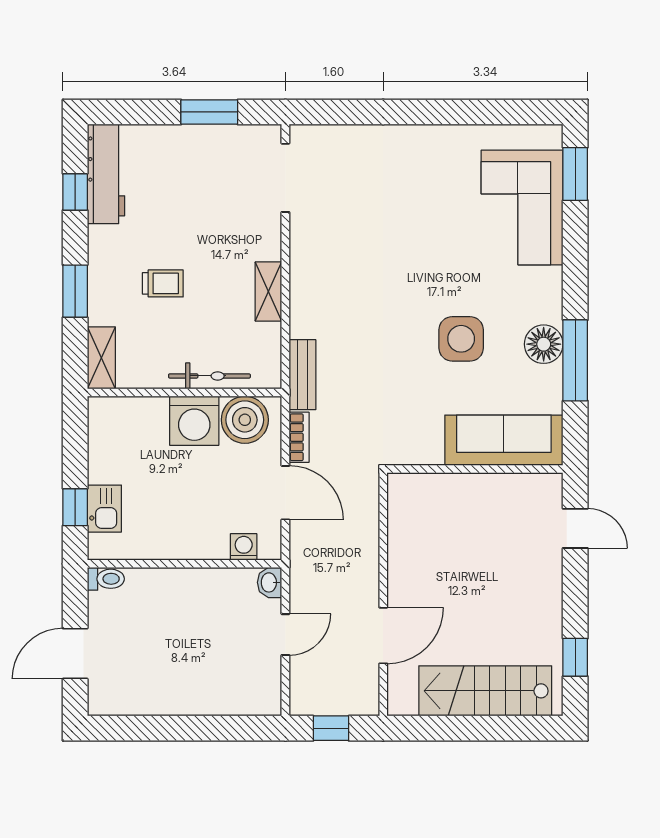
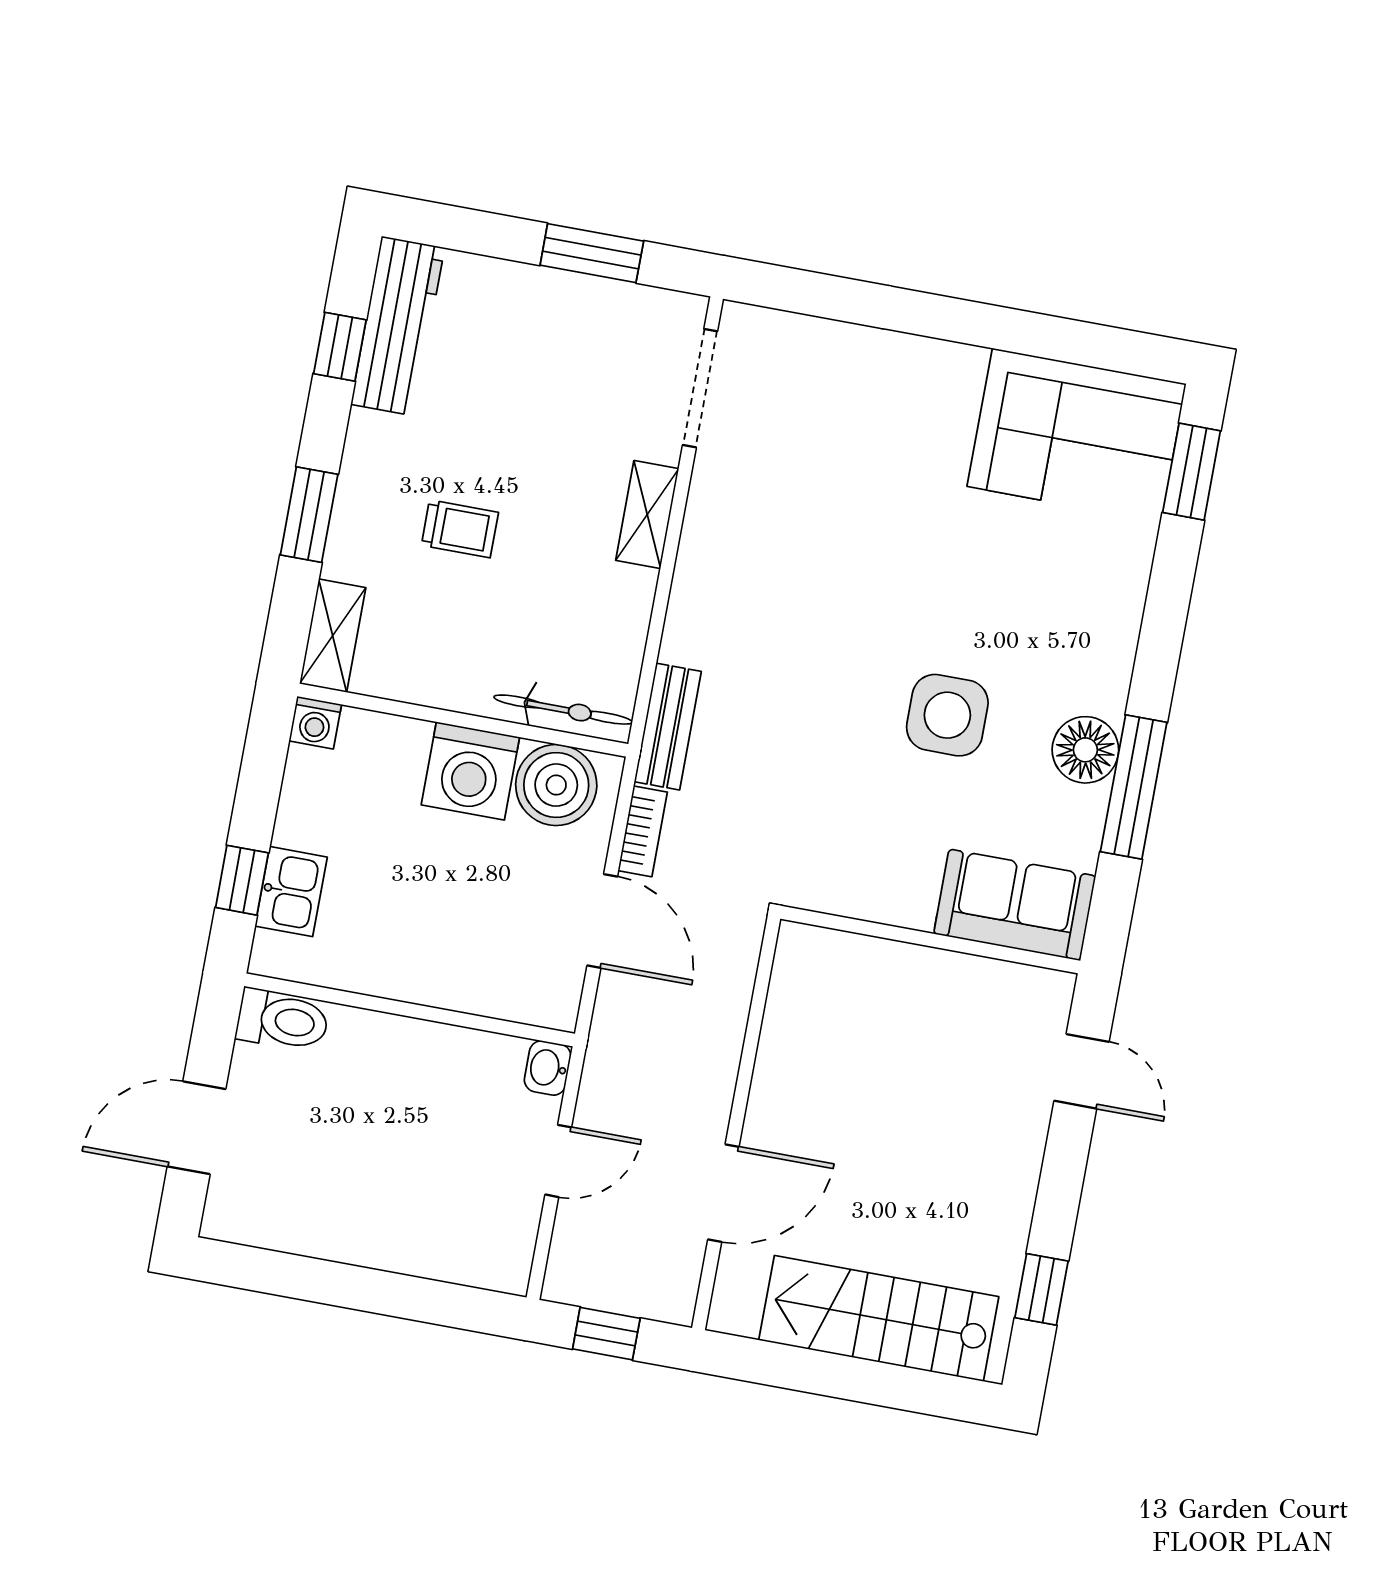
corner sofa: (522, 208) -> (1077, 435), moved, turned -90
shelving: (268, 292) -> (647, 515), moved
bicycle: (209, 376) -> (563, 710), moved
sofa: (504, 440) -> (1015, 905), width x0.73
washing machine: (244, 547) -> (315, 723), moved, turned 180
toilet: (106, 579) -> (283, 1020), width x1.37, depth x1.39

